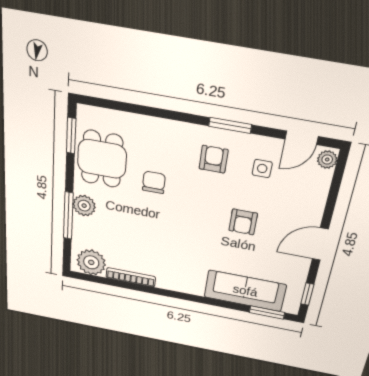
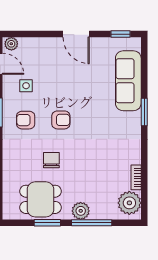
window: (71, 136) -> (47, 223), moved
chair: (154, 182) -> (51, 160), turned 90
armchair: (243, 222) -> (61, 120), moved
bookcase: (131, 277) -> (136, 177), width x0.64
window: (267, 313) -> (144, 112), moved

